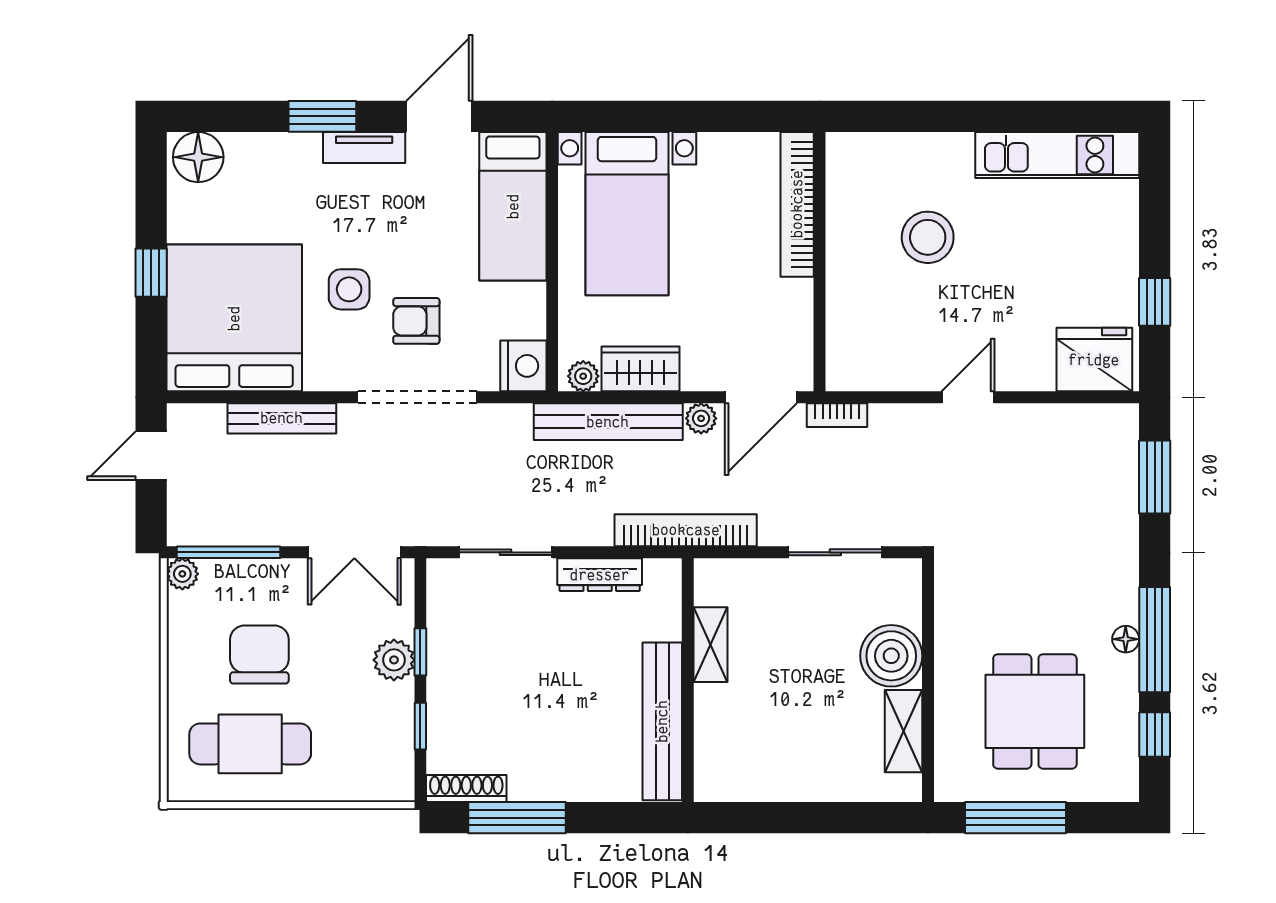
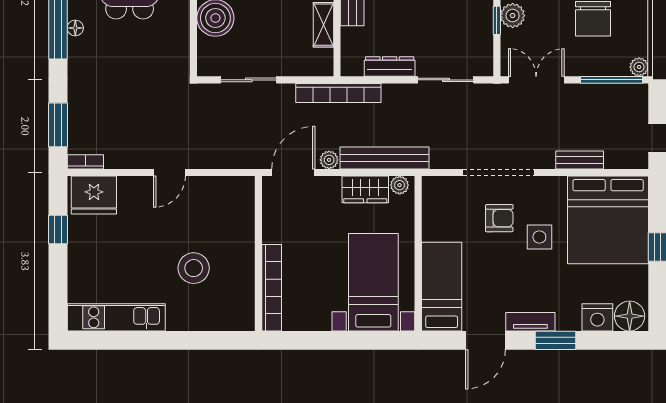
nightstand: (523, 366) -> (597, 317), moved, turned -90
bookcase: (837, 415) -> (85, 162), moved
bench: (282, 418) -> (580, 160), width x0.73

